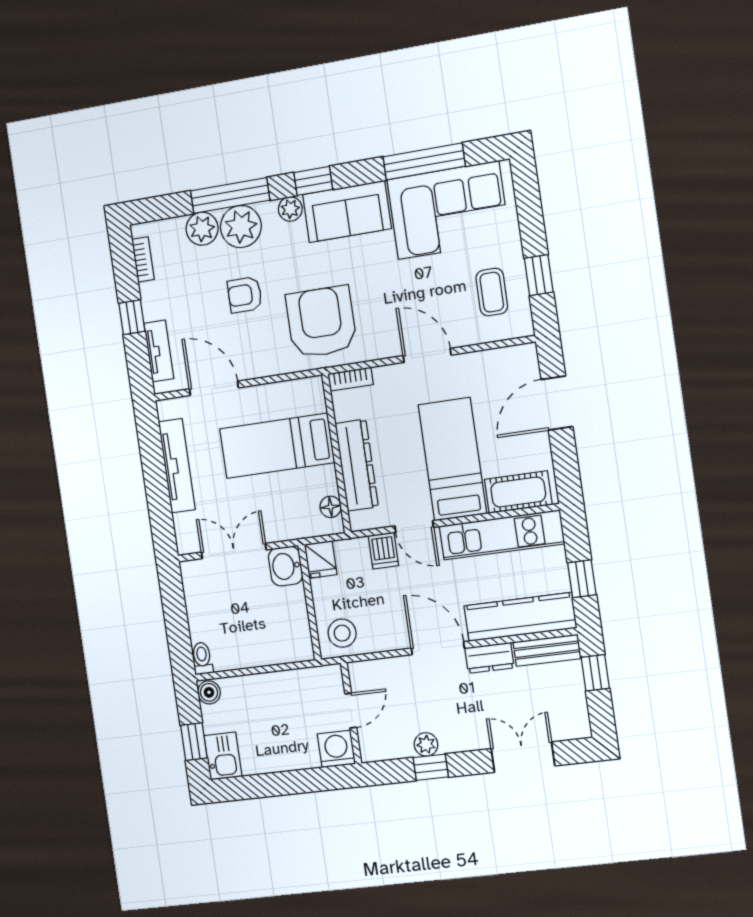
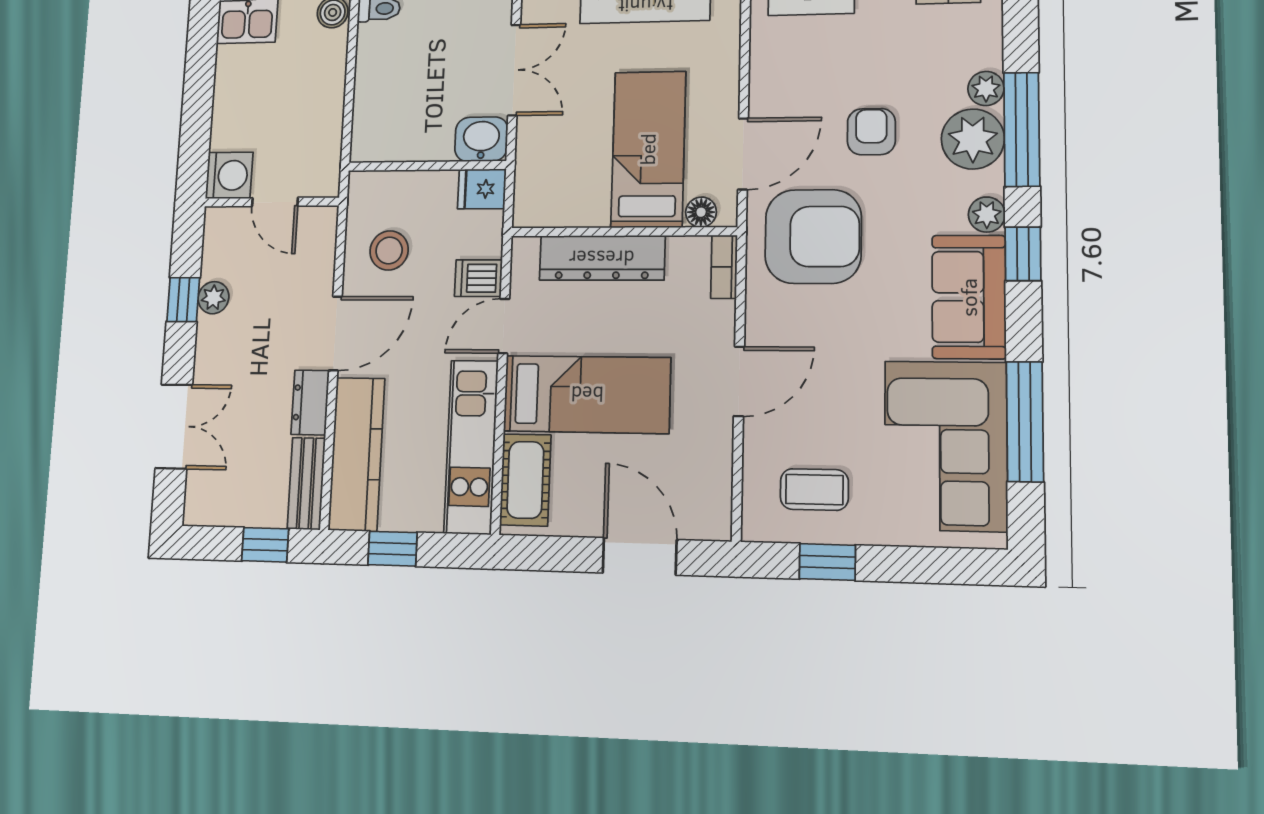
plant: (202, 229) -> (986, 89), width x0.73, depth x0.73
door: (214, 388) -> (743, 154), moved
floor lamp: (331, 507) -> (701, 212), moved
stool: (342, 633) -> (389, 250), moved

